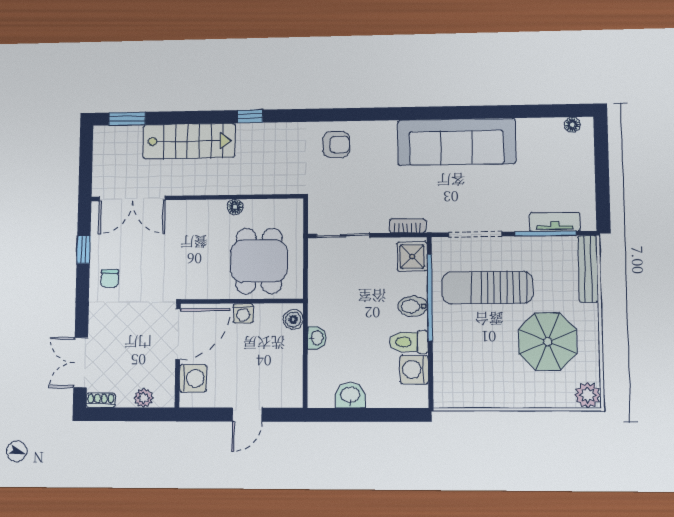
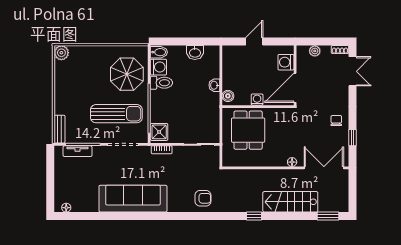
armchair: (336, 145) -> (203, 198), turned 180
floor lamp: (235, 207) -> (292, 162), moved
bench: (588, 269) -> (59, 129), width x0.73
bidet: (413, 306) -> (159, 52), moved
parasol: (548, 342) -> (127, 74), moved

